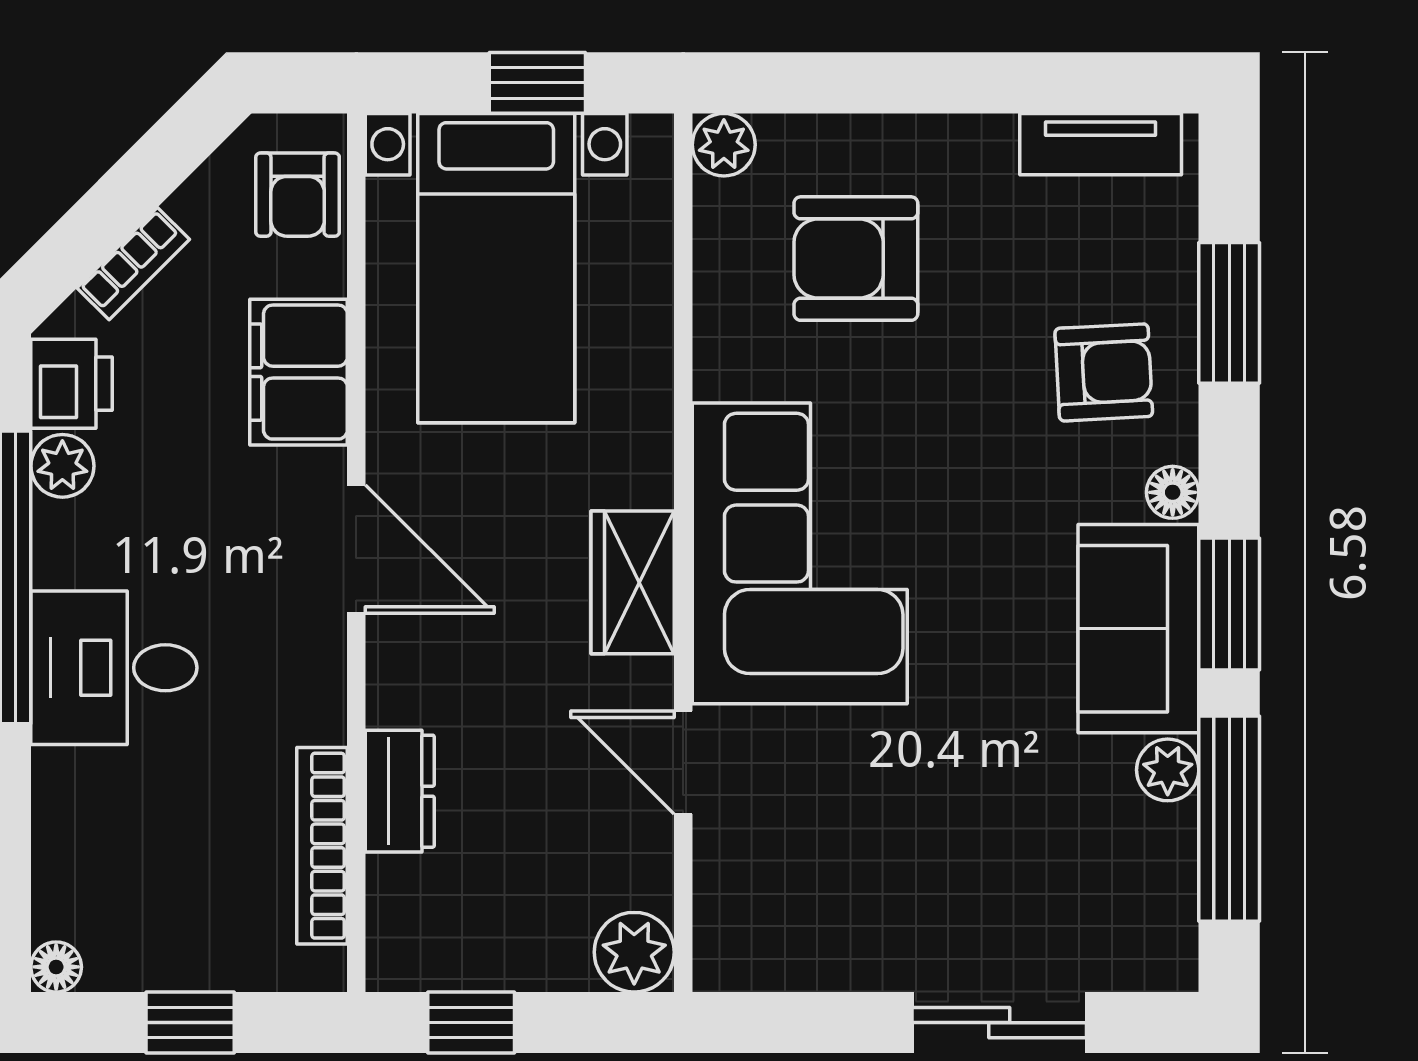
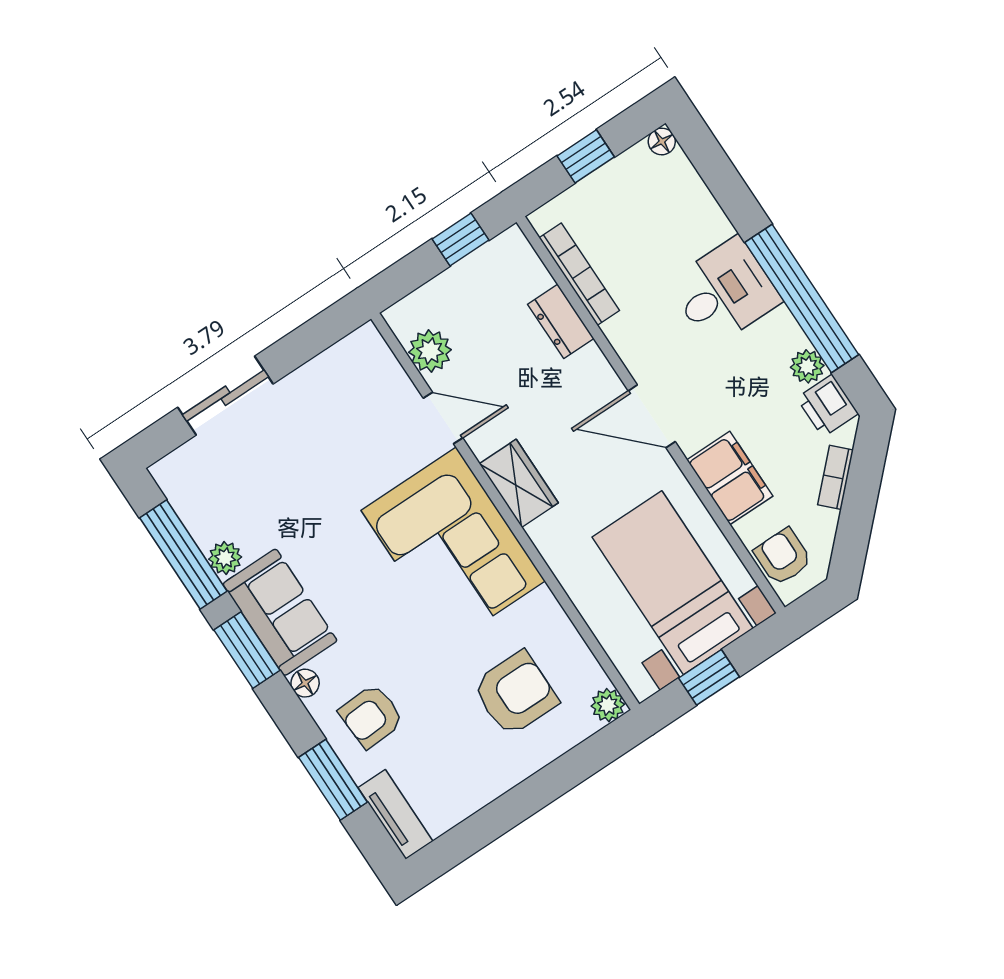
tv unit: (1101, 144) -> (395, 814), moved, turned 90
plant: (634, 952) -> (430, 351), moved

